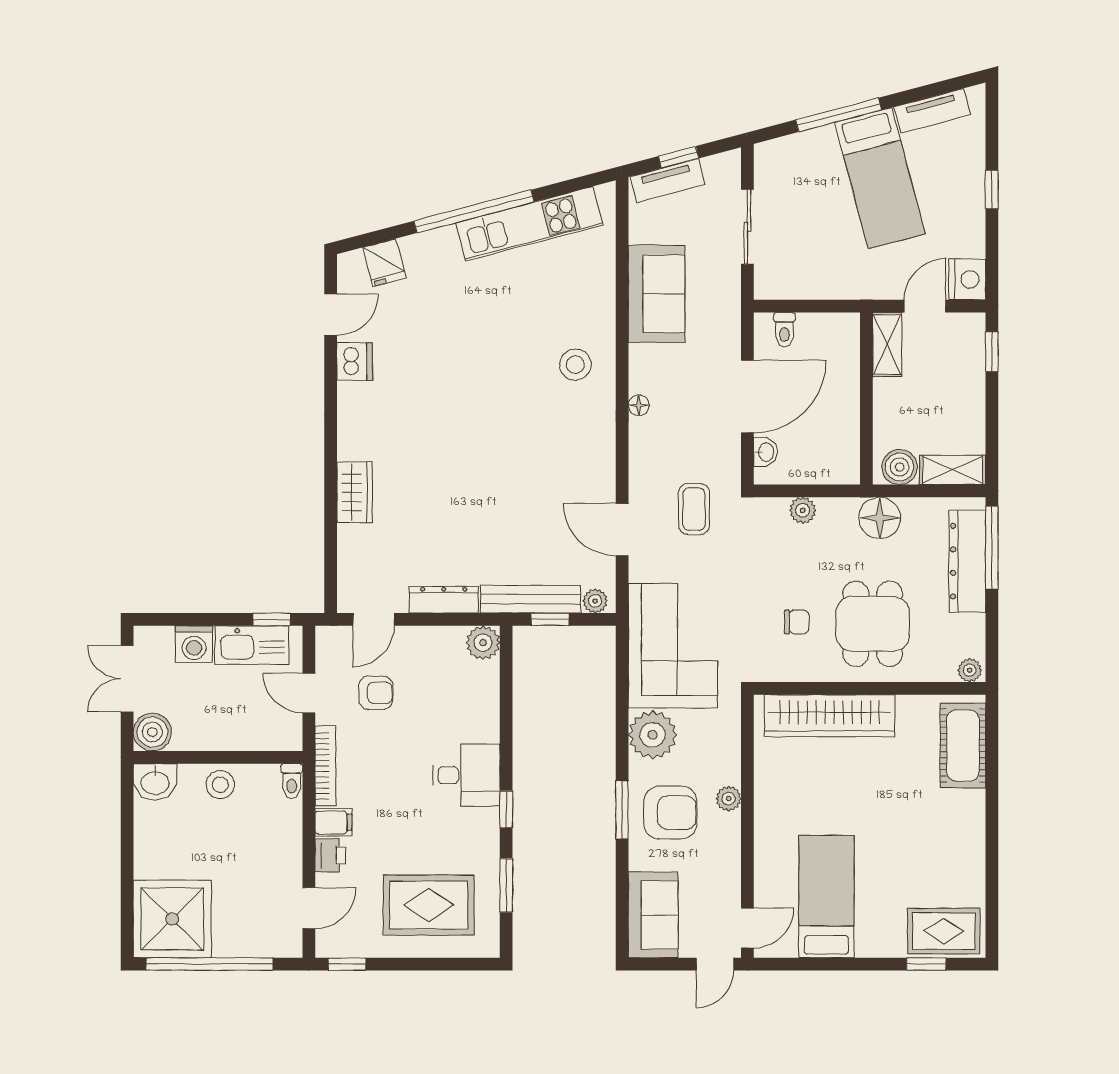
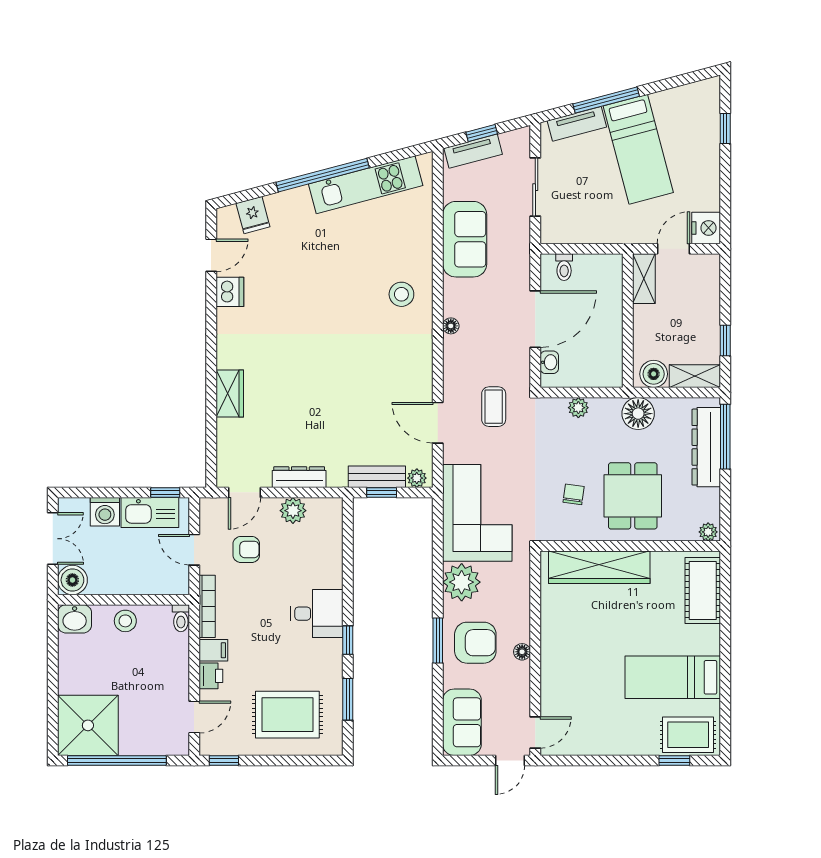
tv unit: (932, 111) -> (577, 124), moved
window: (992, 190) -> (725, 128), moved
window: (992, 352) -> (725, 340), moved
bench: (531, 599) -> (377, 477), width x0.73
chair: (797, 622) -> (574, 494), turned -82
plant: (483, 643) -> (293, 511), moved
double door: (127, 679) -> (53, 539), swing flipped
plant: (729, 799) -> (521, 632), removed
floor lamp: (730, 824) -> (522, 652), added
bed: (826, 897) -> (673, 677), moved, turned -90

